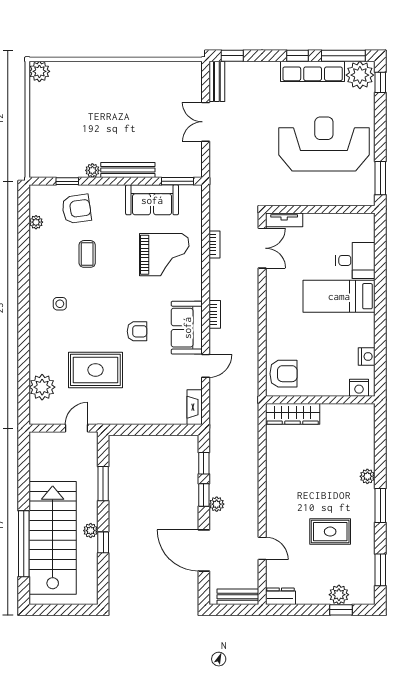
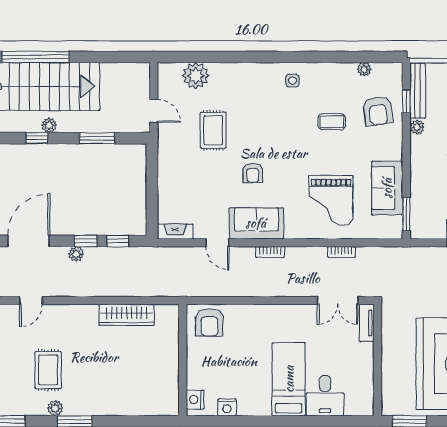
bench: (128, 170) -> (418, 91), moved
side table: (60, 304) -> (292, 81), moved
rug: (95, 370) -> (213, 130), width x0.73, depth x0.70
wardrobe: (293, 414) -> (127, 315), moved, turned -90
plant: (367, 476) -> (55, 408), moved

